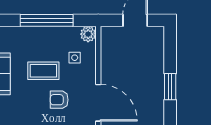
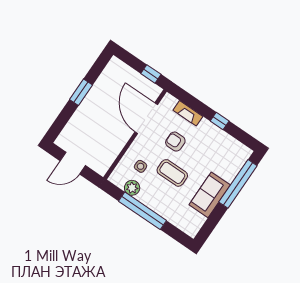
plant: (88, 34) -> (132, 188), moved
armchair: (59, 100) -> (175, 142), turned 180

